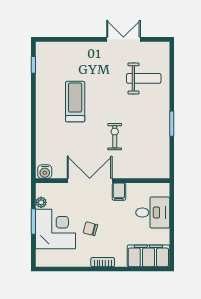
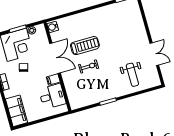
treadmill: (75, 102) -> (85, 46), moved
desk: (153, 213) -> (52, 96), moved, turned -90

